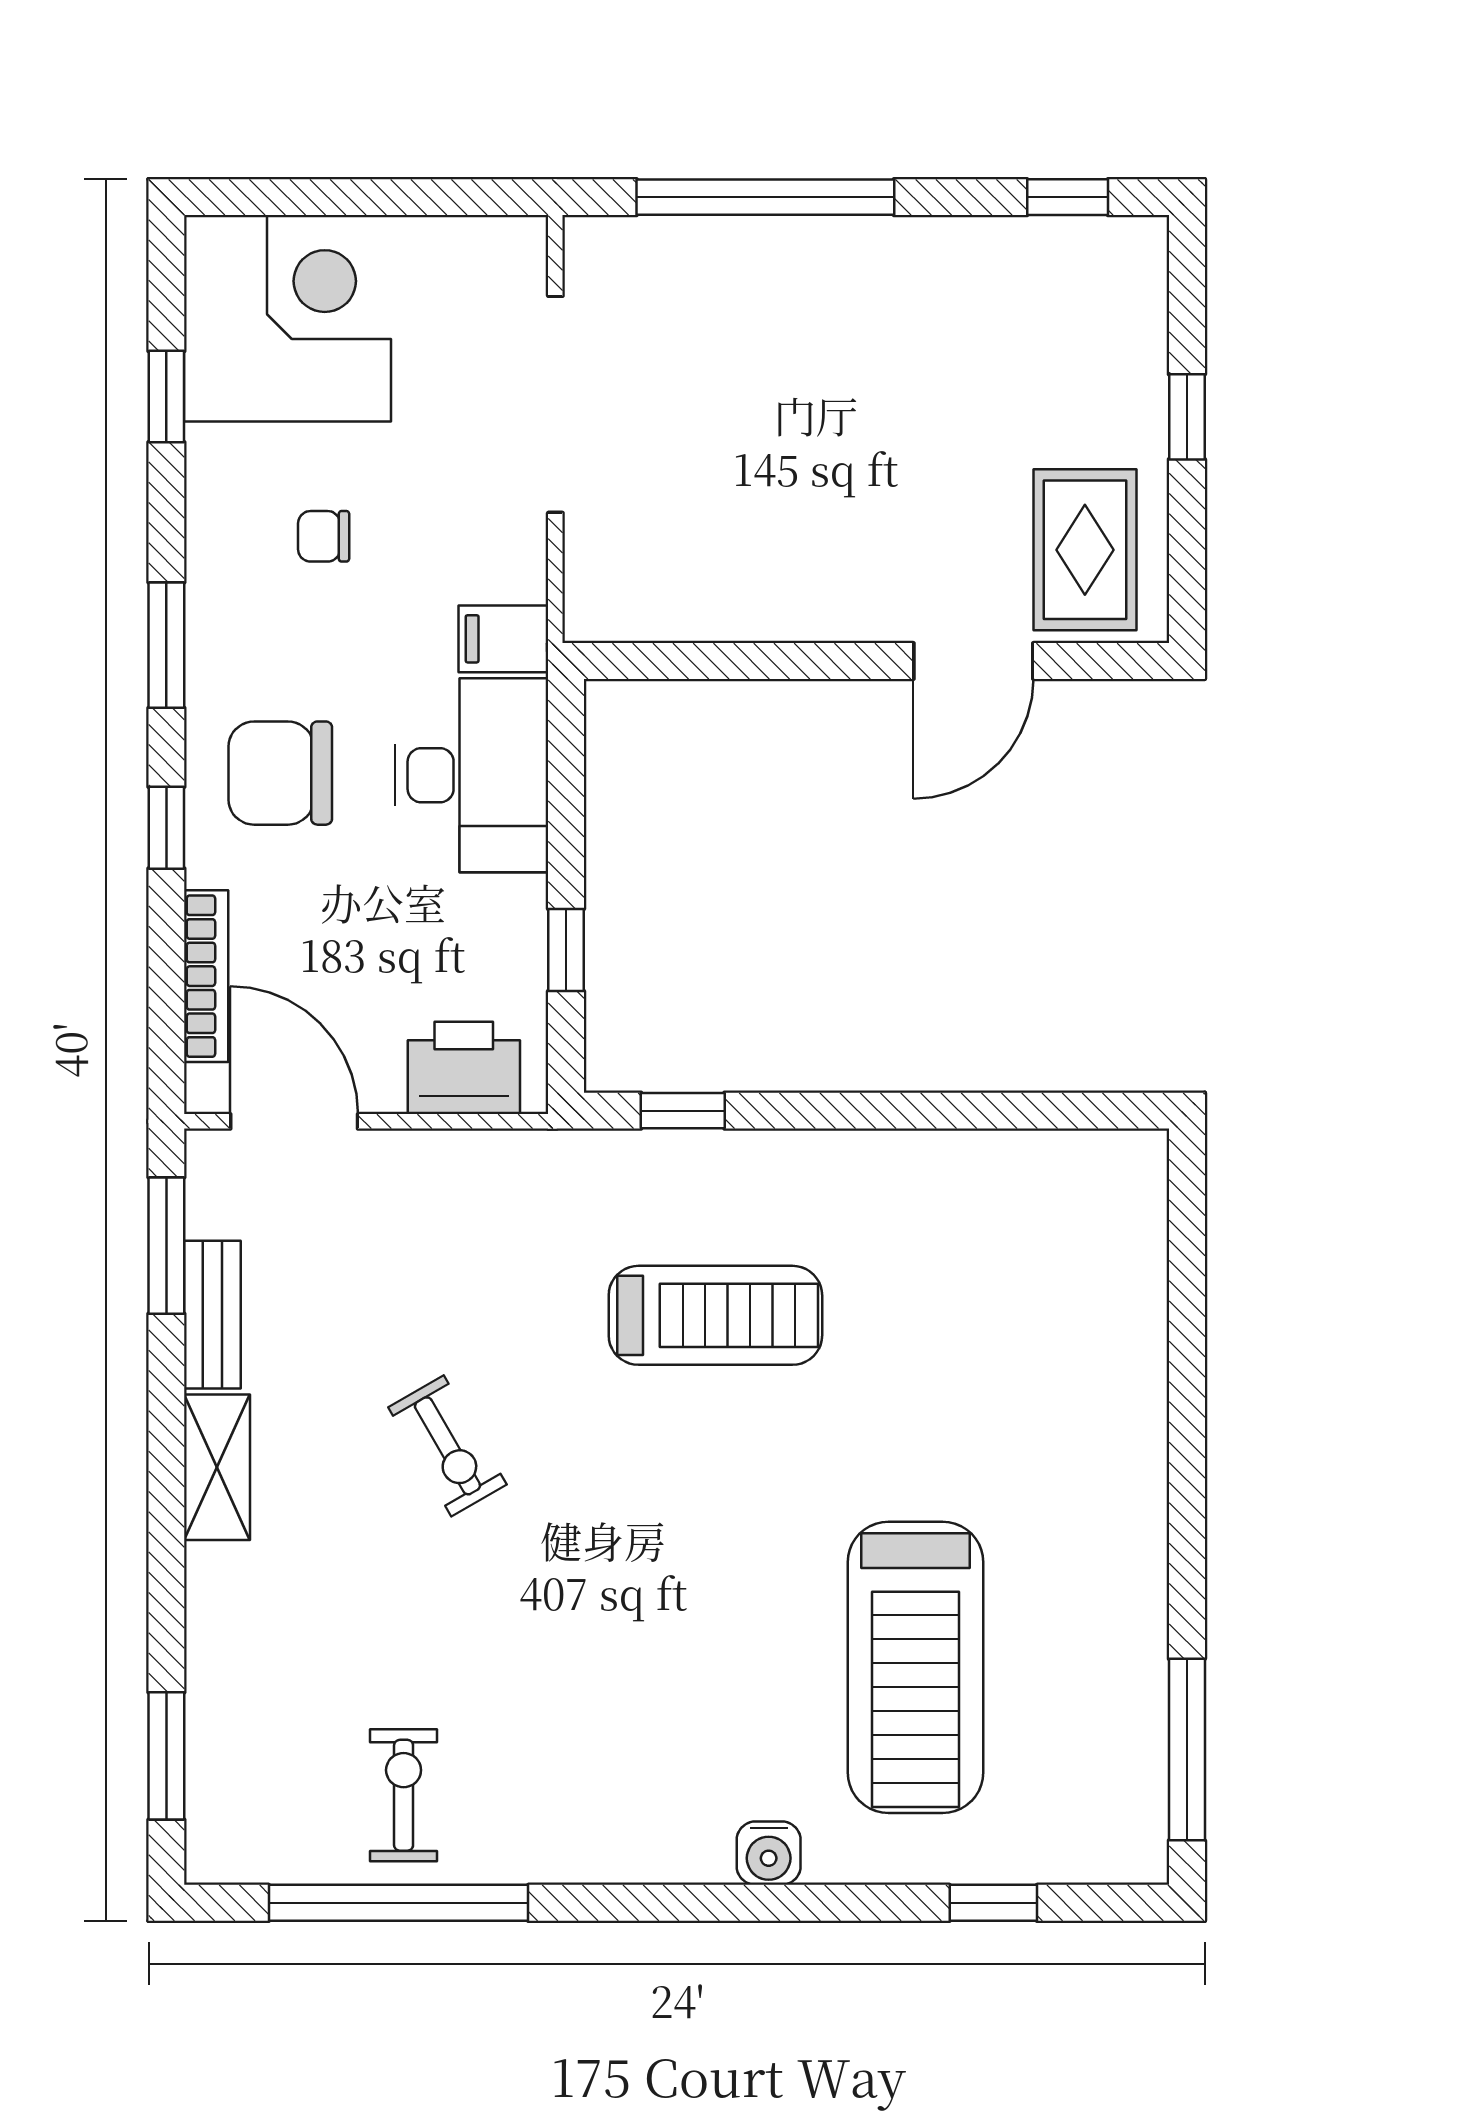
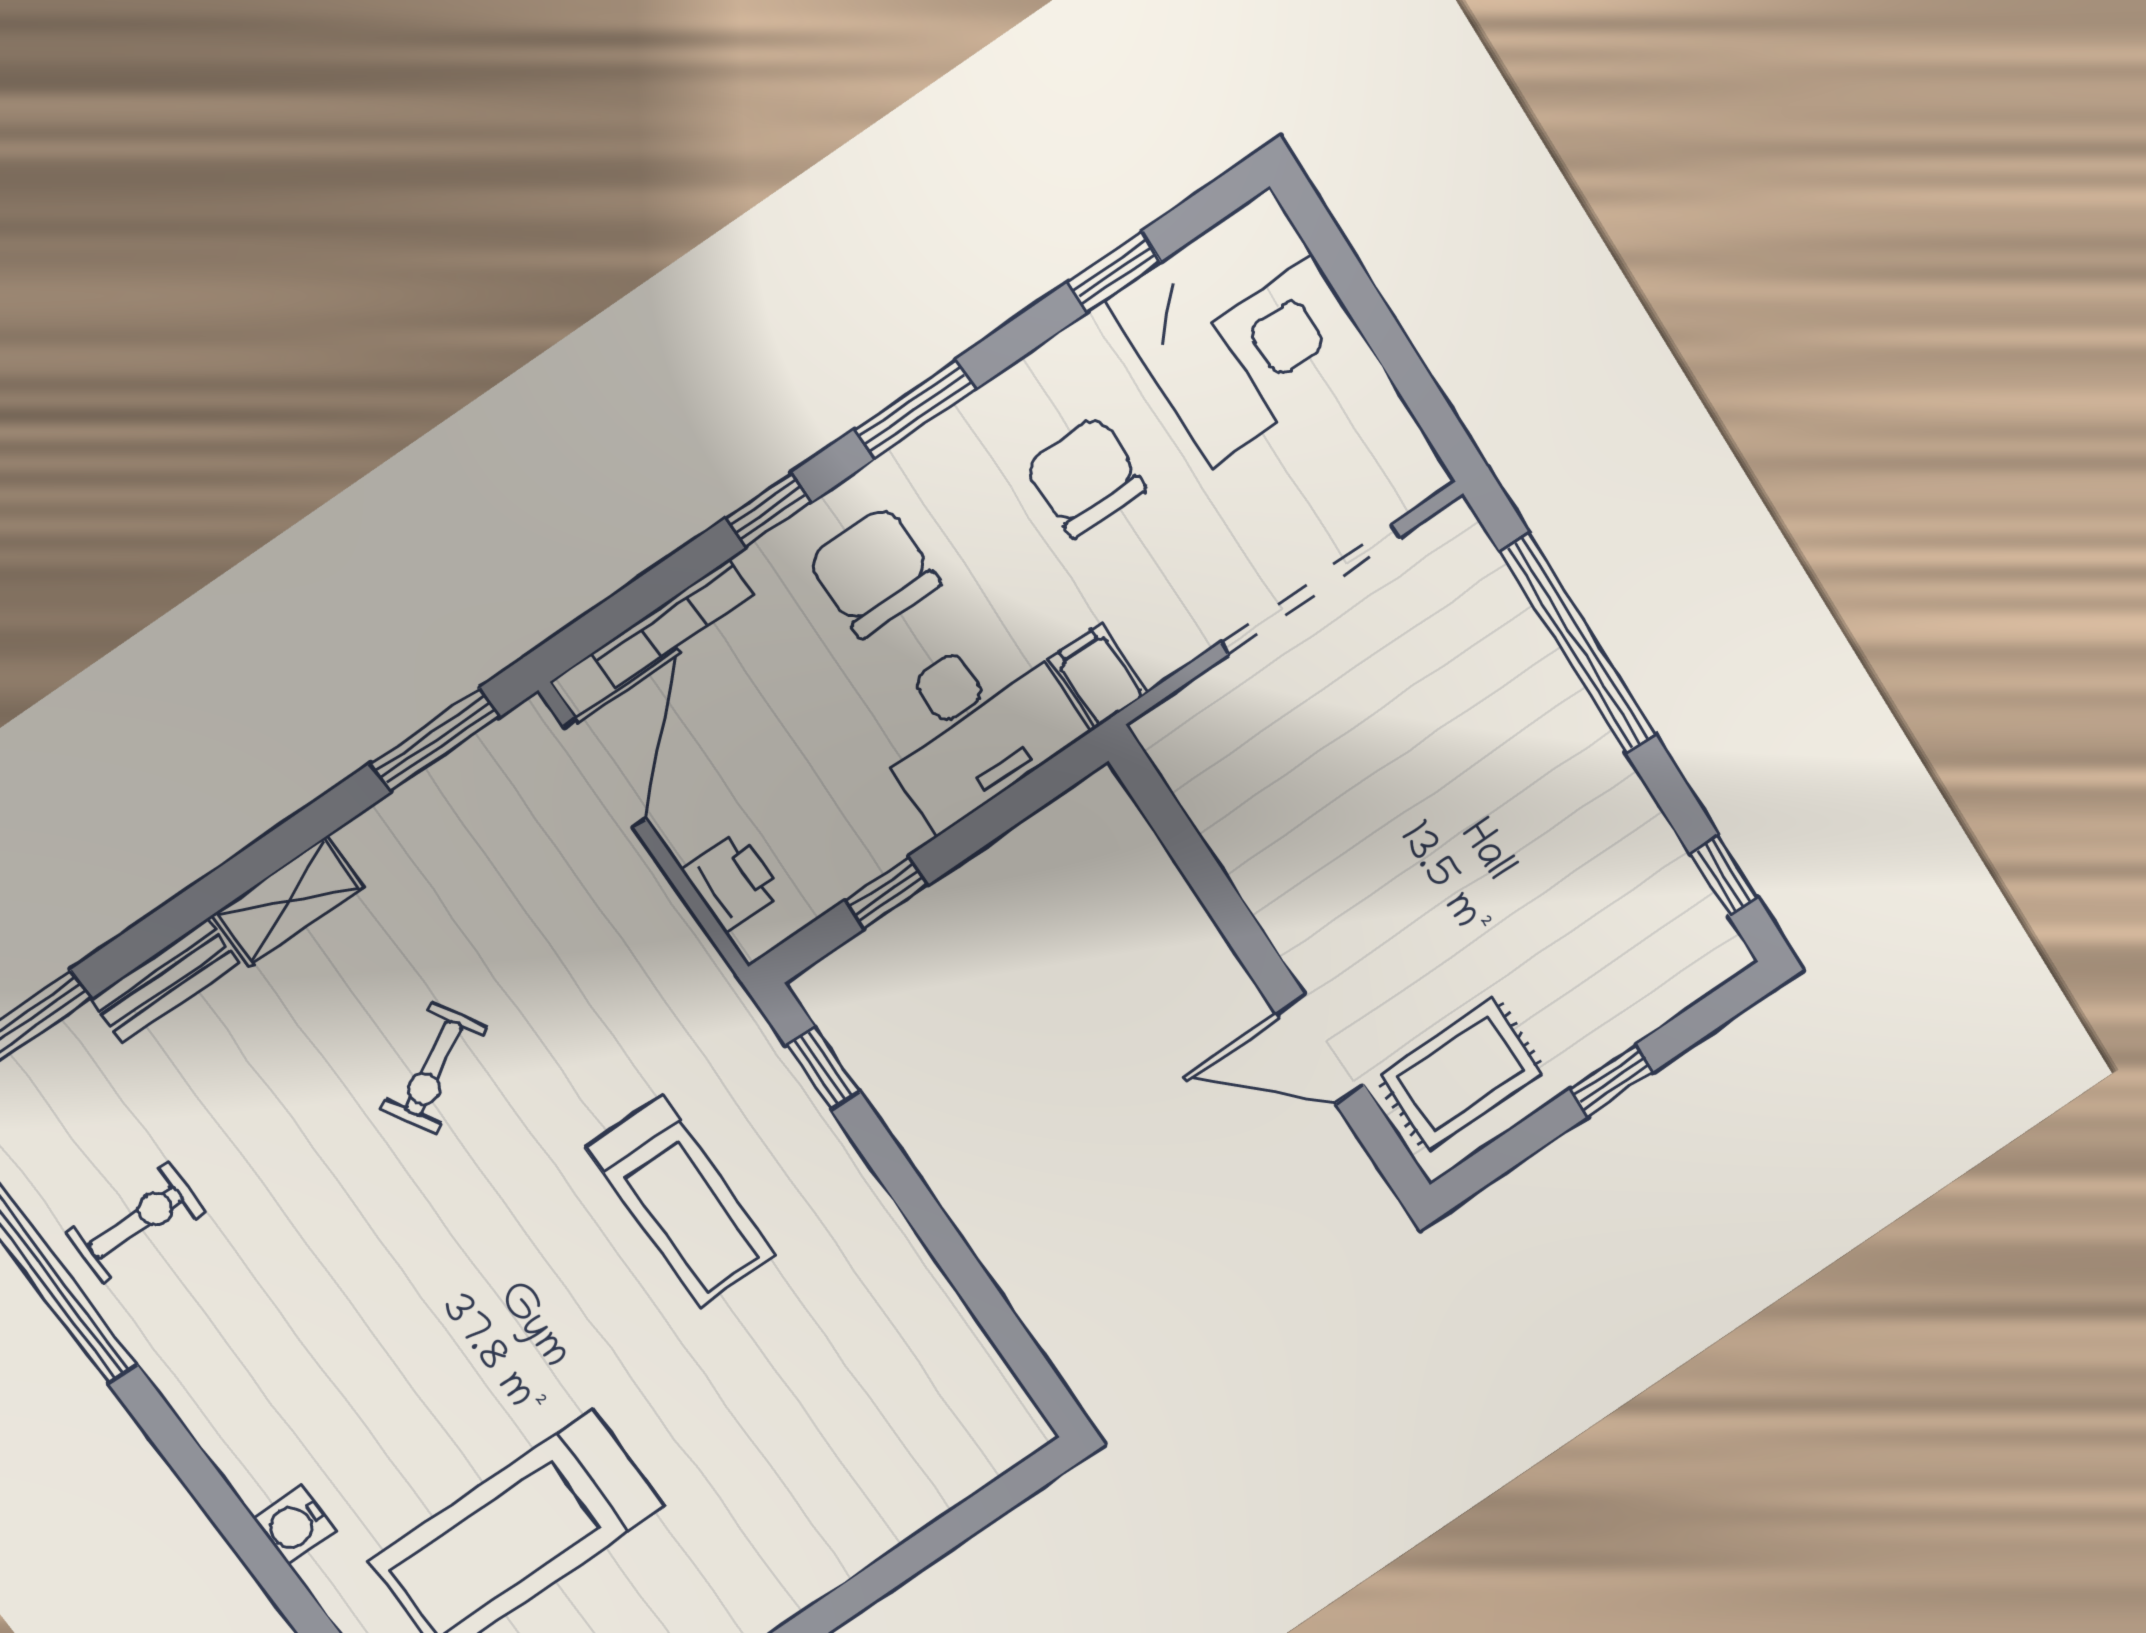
chair: (324, 536) -> (1085, 477), width x1.87, depth x1.87
printer: (464, 1068) -> (732, 882), width x0.73, depth x0.81
bench: (212, 1315) -> (165, 981), moved

